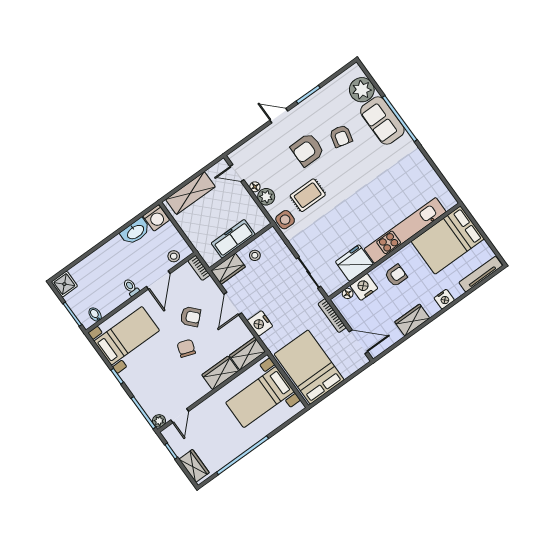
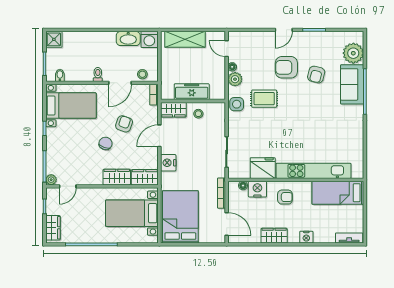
door: (279, 116) -> (284, 30), swing flipped
bed: (448, 240) -> (338, 193), width x0.67
tv unit: (481, 274) -> (349, 238), width x0.71
armchair: (190, 317) -> (124, 124), turned -118

